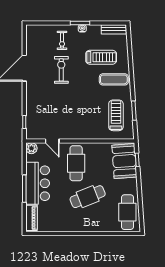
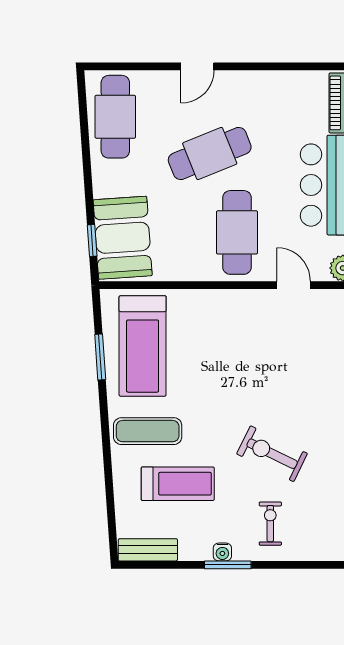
treadmill: (101, 57) -> (178, 484), turned 180
exercise bike: (61, 70) -> (272, 454), turned 116
treadmill: (116, 115) -> (143, 346), width x1.37, depth x1.38
door: (93, 233) -> (197, 66), added

